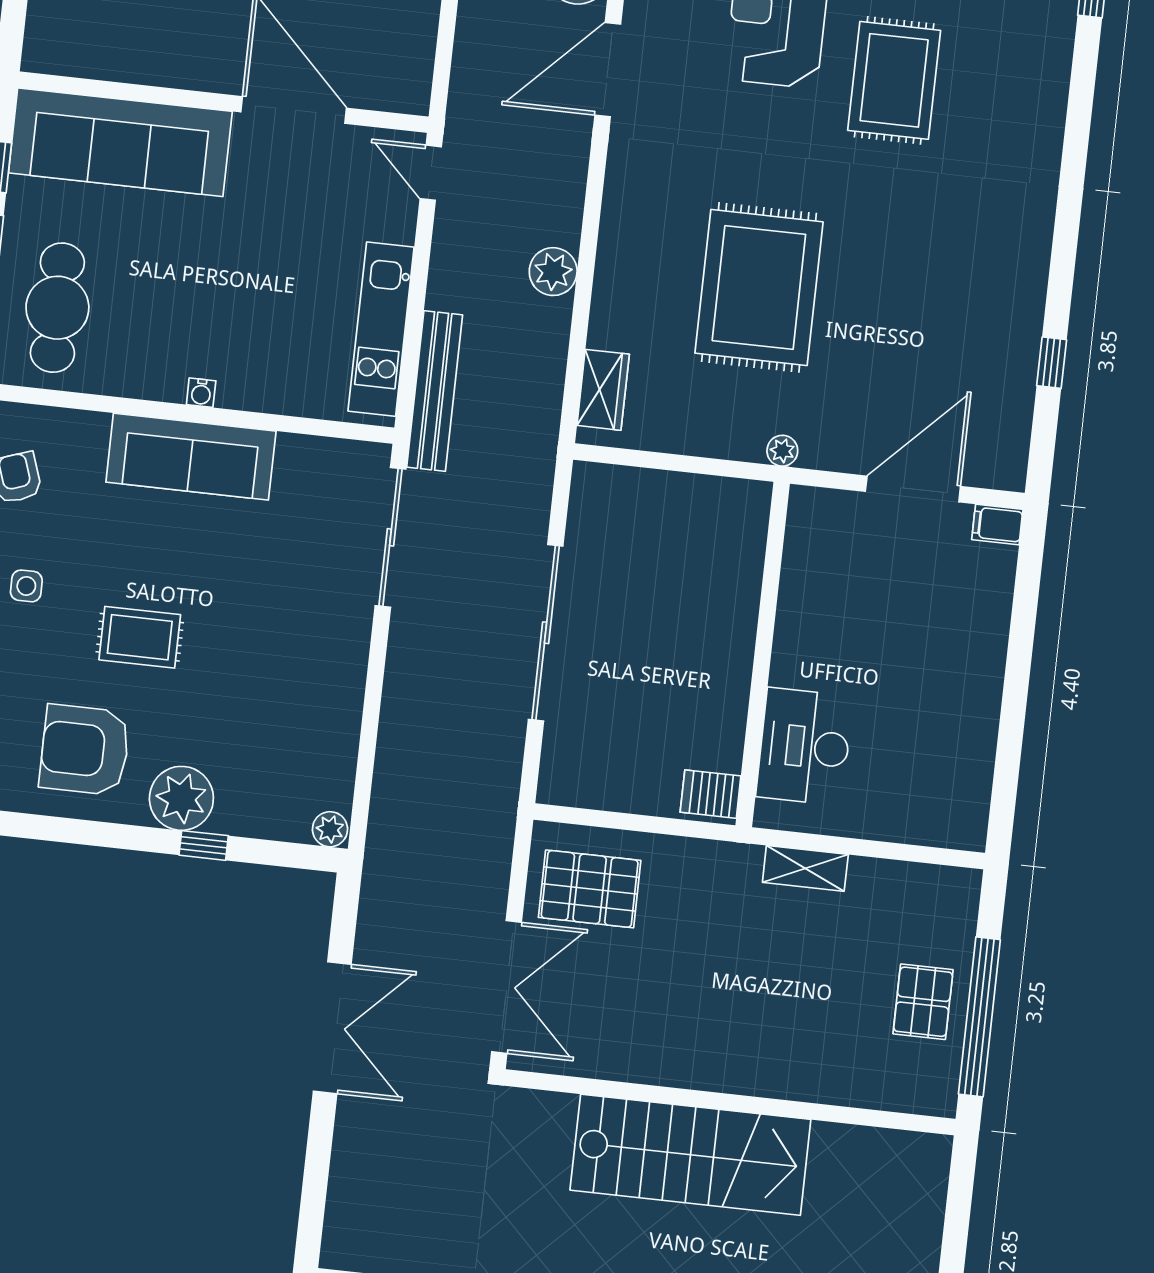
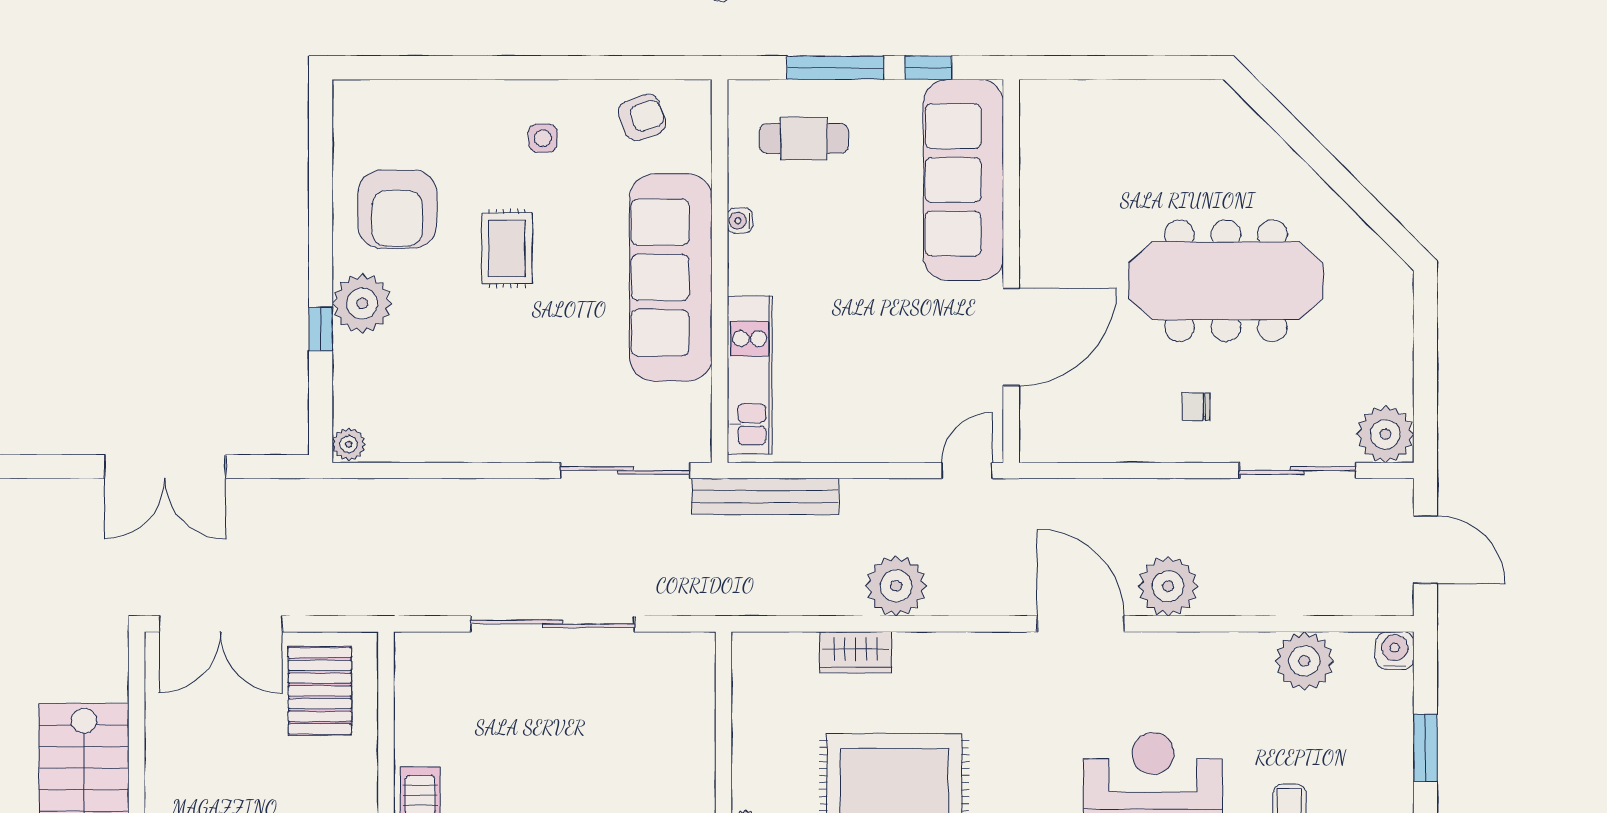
plant: (553, 272) -> (896, 586), width x1.36, depth x1.36
cafe table: (57, 308) -> (804, 138), width x0.73, depth x0.74
kitchen unit: (381, 329) -> (750, 375), moved, turned 90
wardrobe: (603, 390) -> (856, 652), moved
water cooler: (201, 393) -> (740, 221), moved
sofa: (191, 457) -> (671, 277), width x1.36, depth x1.27
armchair: (85, 750) -> (397, 209), turned 180

